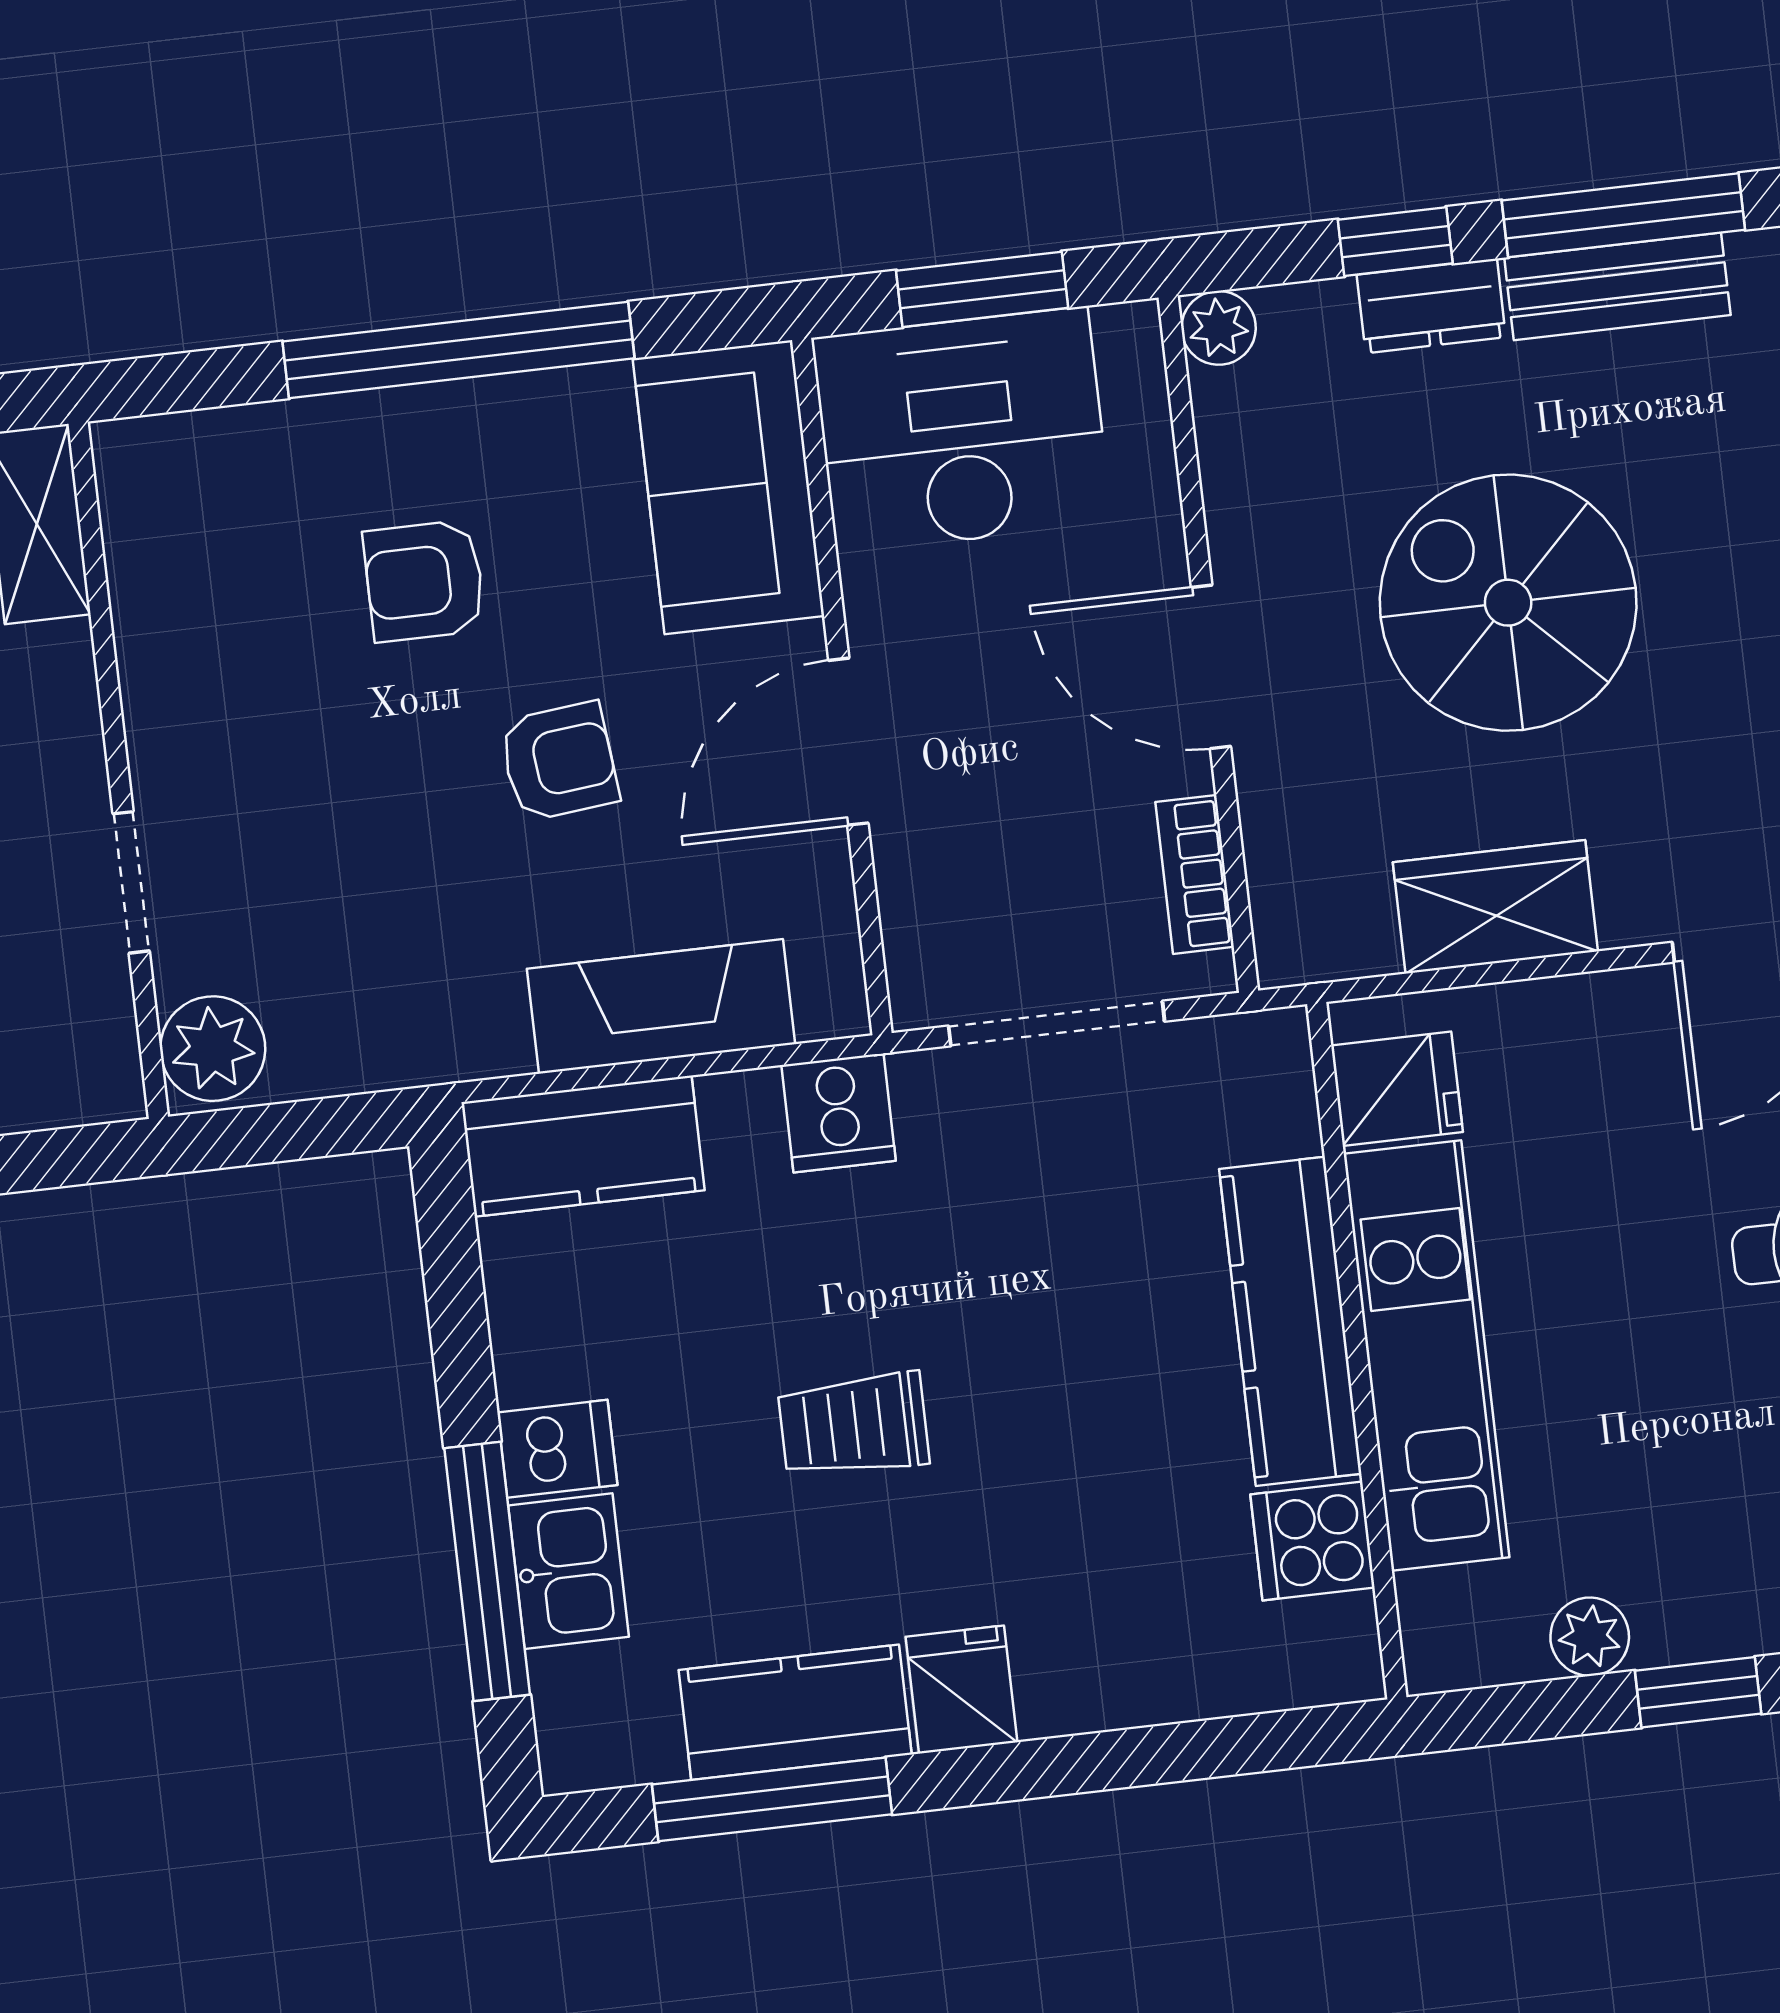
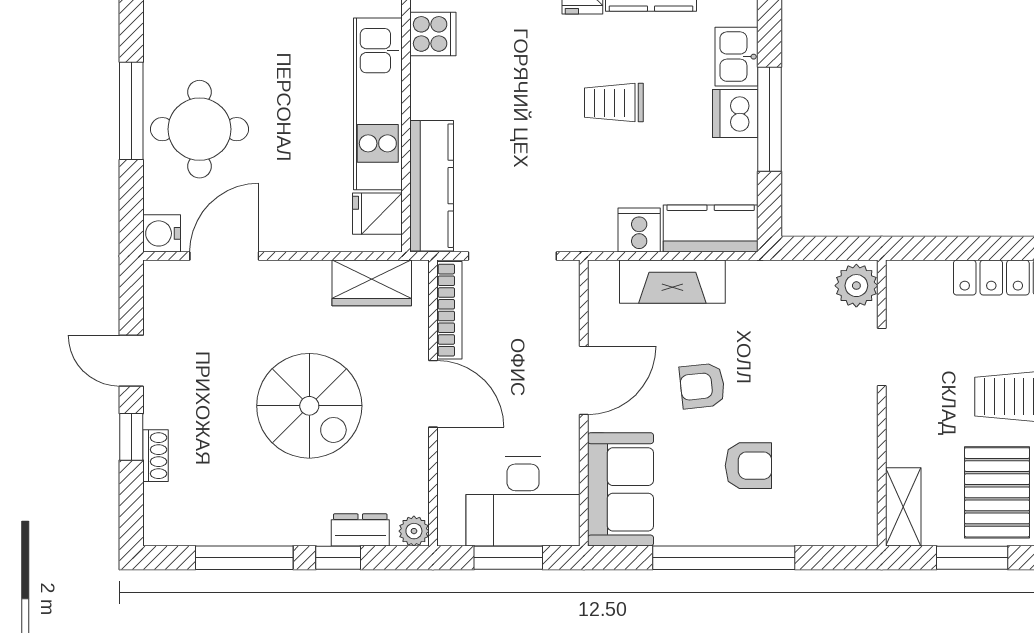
bench: (1617, 286) -> (250, 529), removed
dresser: (1431, 306) -> (360, 530), moved
bookcase: (1195, 874) -> (449, 310), width x1.56
wardrobe: (1495, 907) -> (372, 283), moved
cooker: (838, 1113) -> (639, 230), moved
kitchen counter: (1290, 1321) -> (432, 186), moved
trolley: (854, 1425) -> (614, 103), turned 180
dishwasher: (557, 1449) -> (735, 114), width x1.38
window: (487, 1571) -> (770, 119), moved

